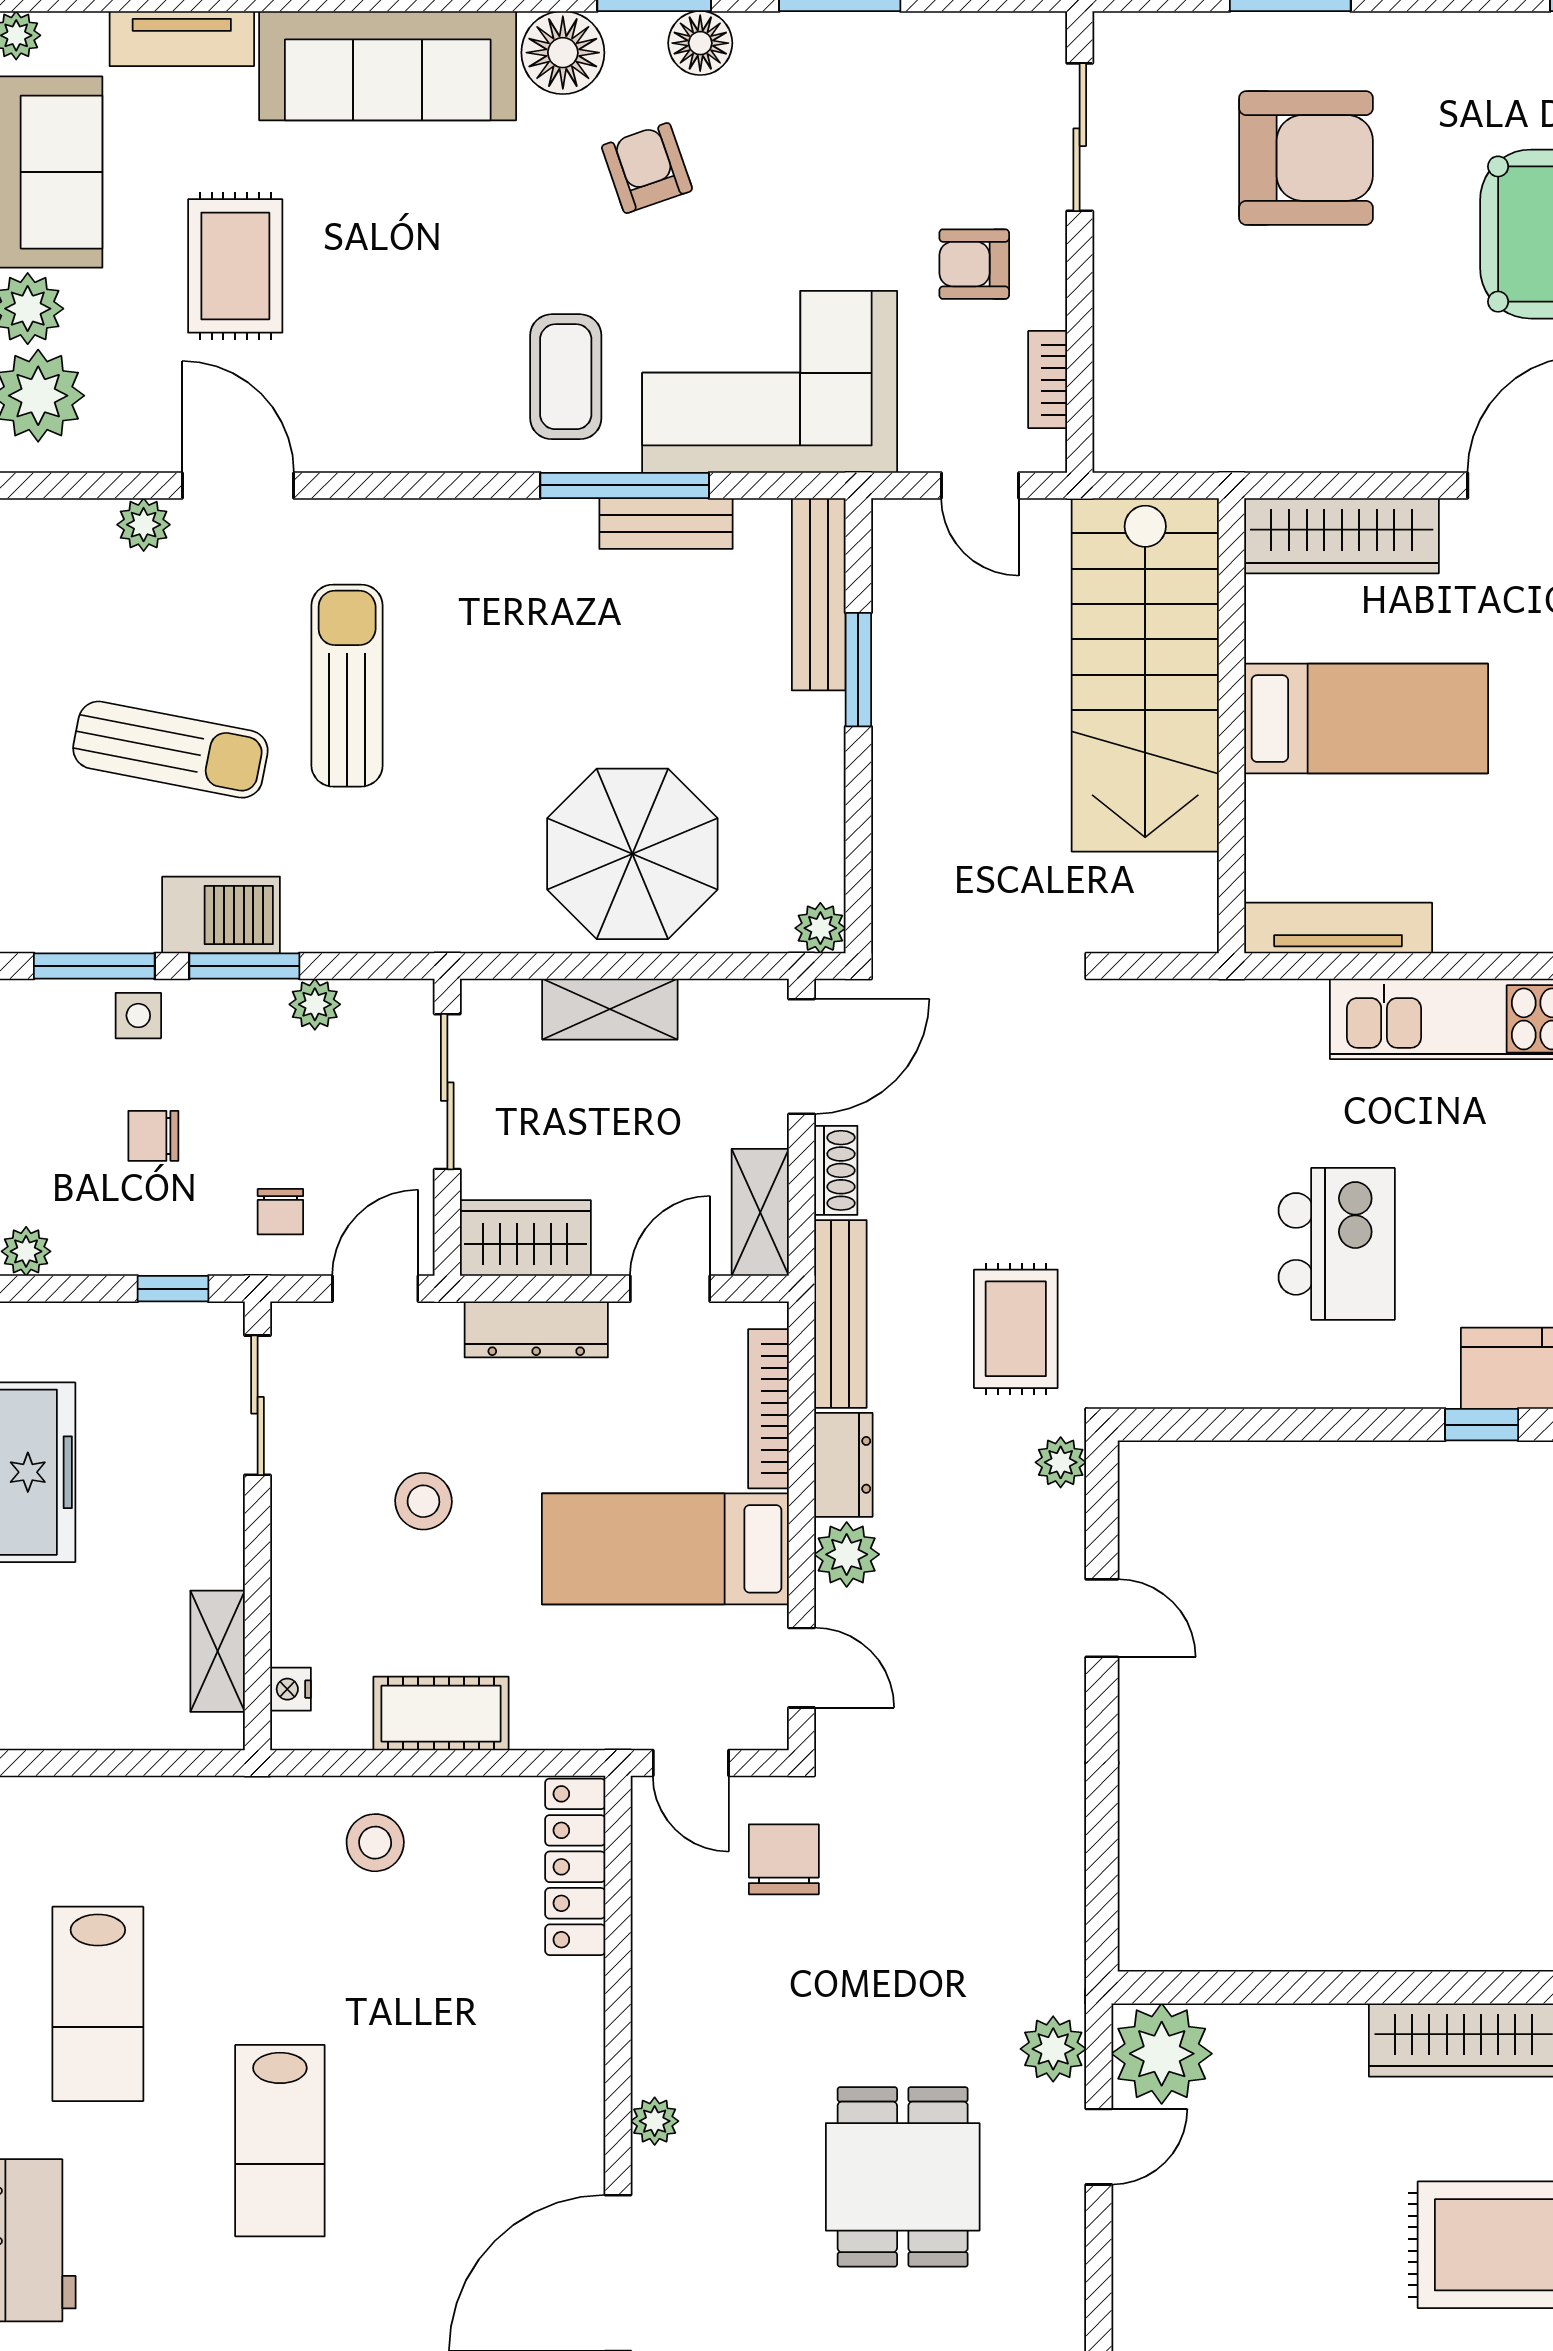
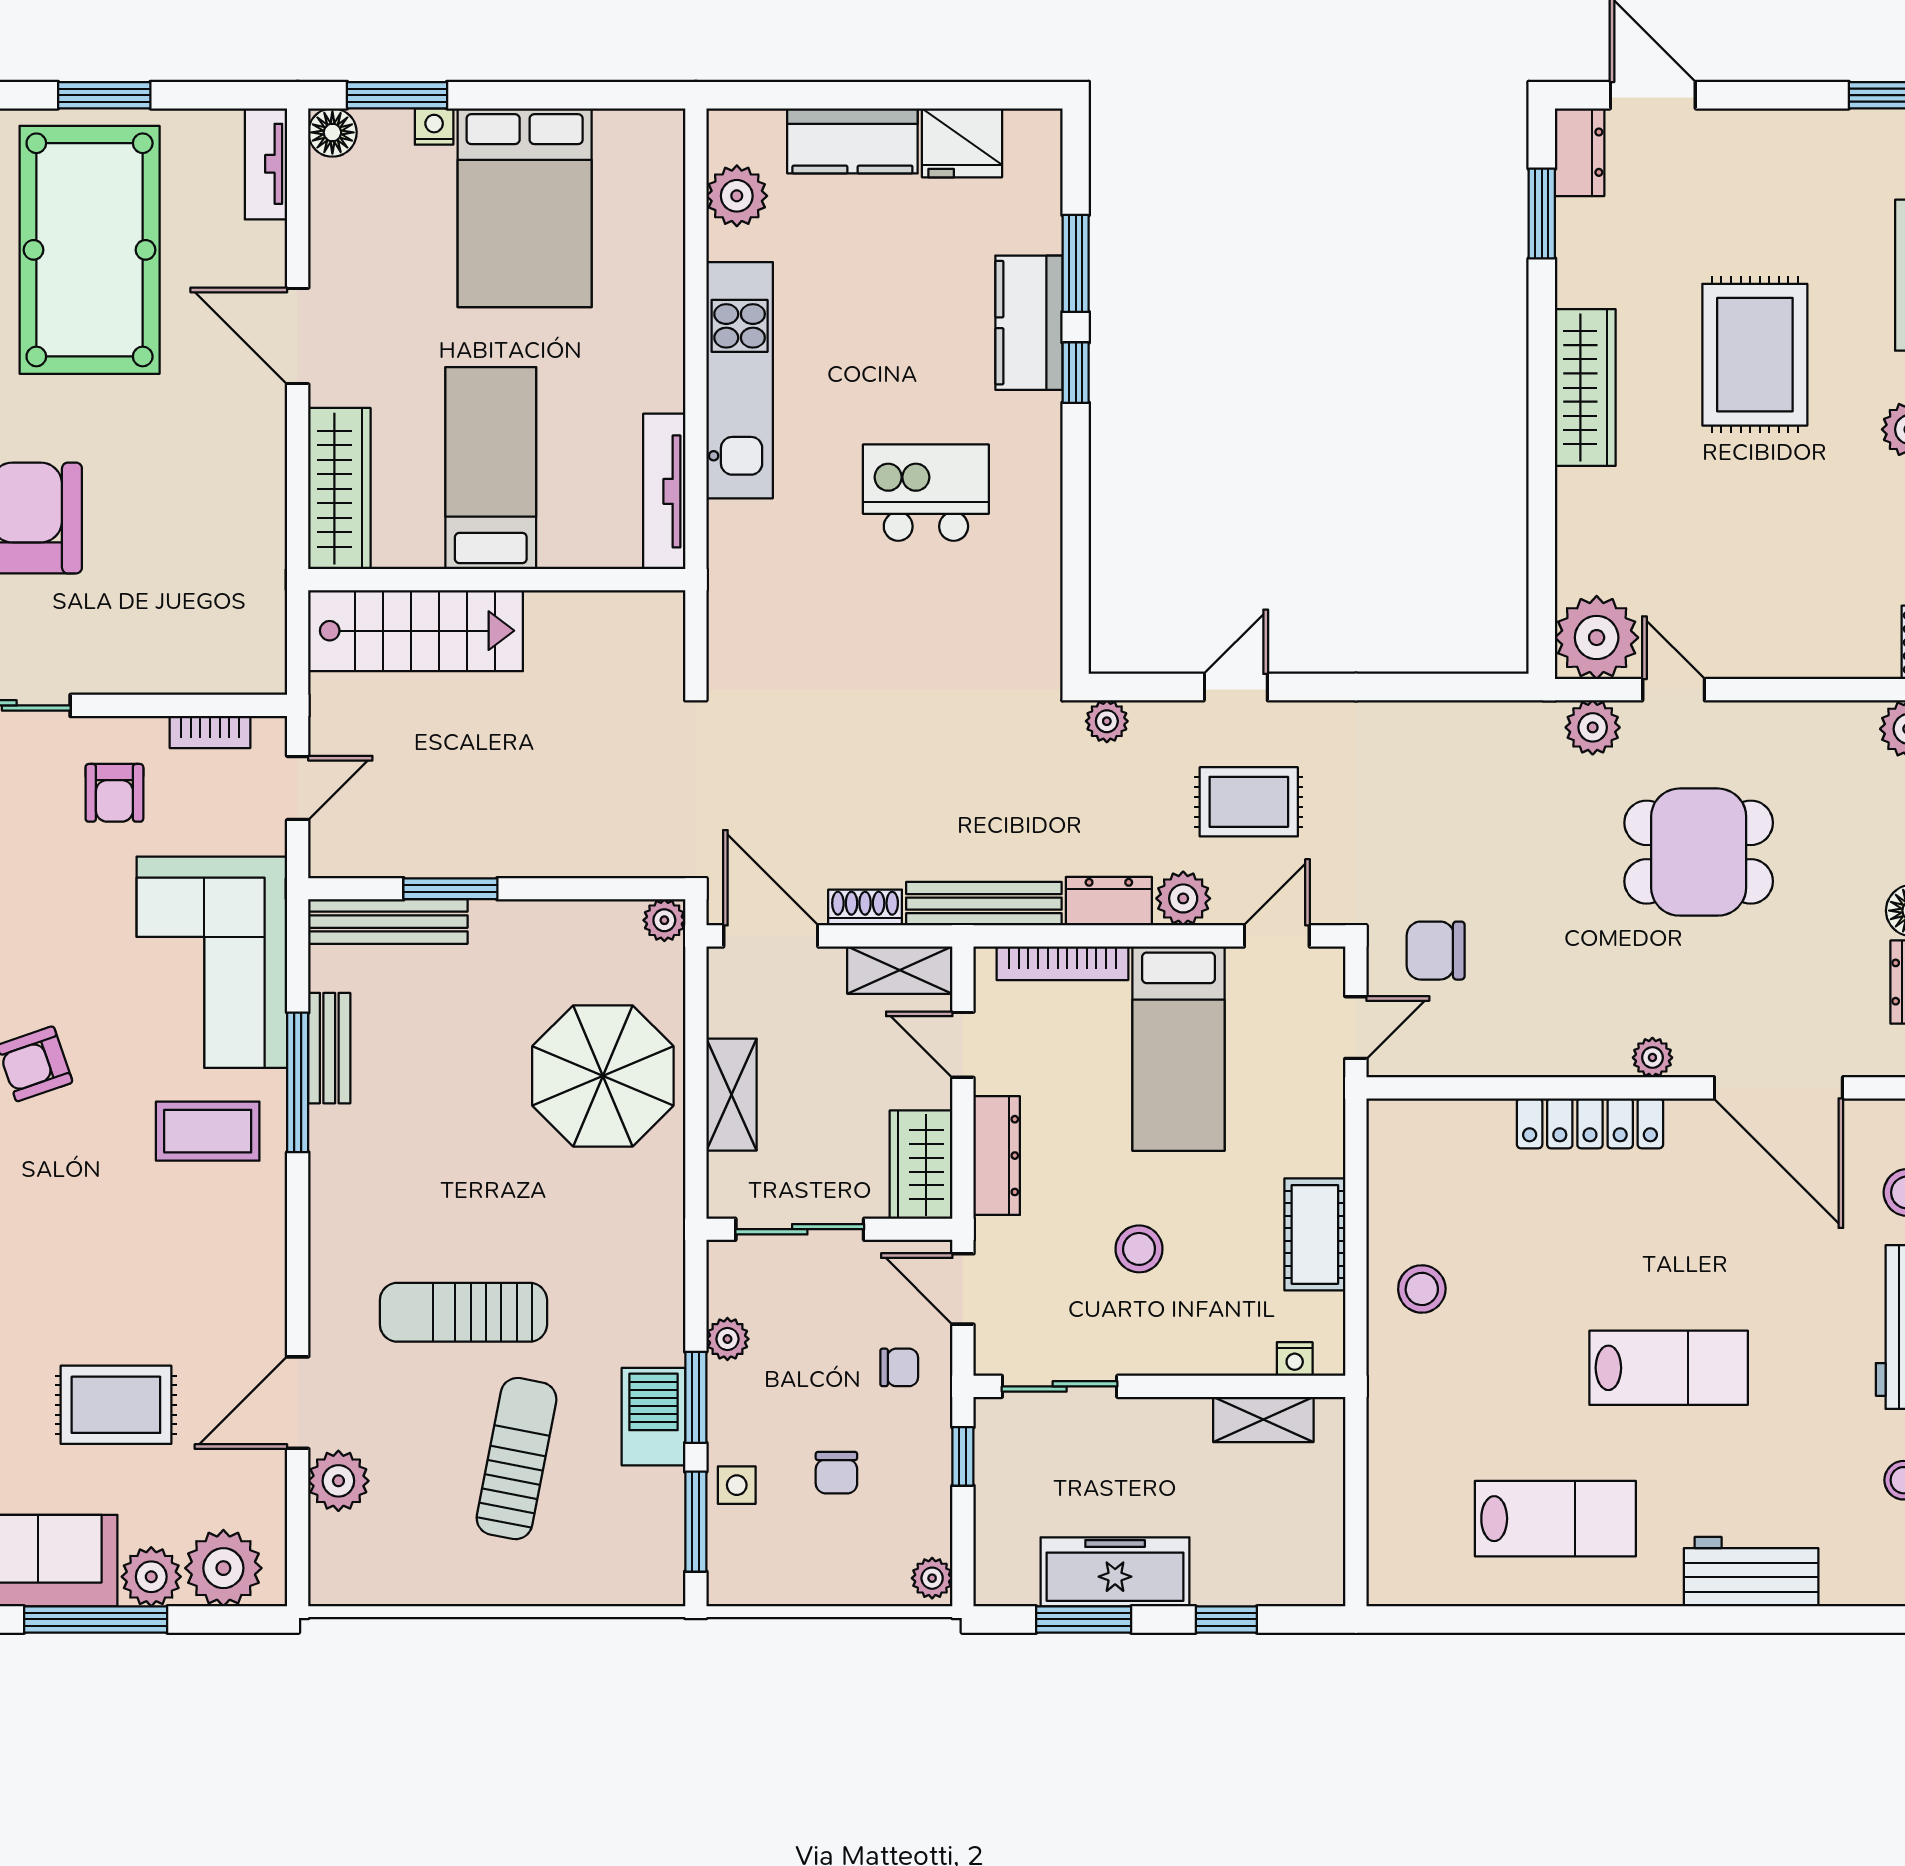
plant: (144, 525) -> (338, 1481), width x1.38, depth x1.38
stairs: (1145, 675) -> (416, 631), width x0.73, depth x0.66
rug: (1016, 1329) -> (1249, 802), moved
locker: (575, 1867) -> (1590, 1123), moved

